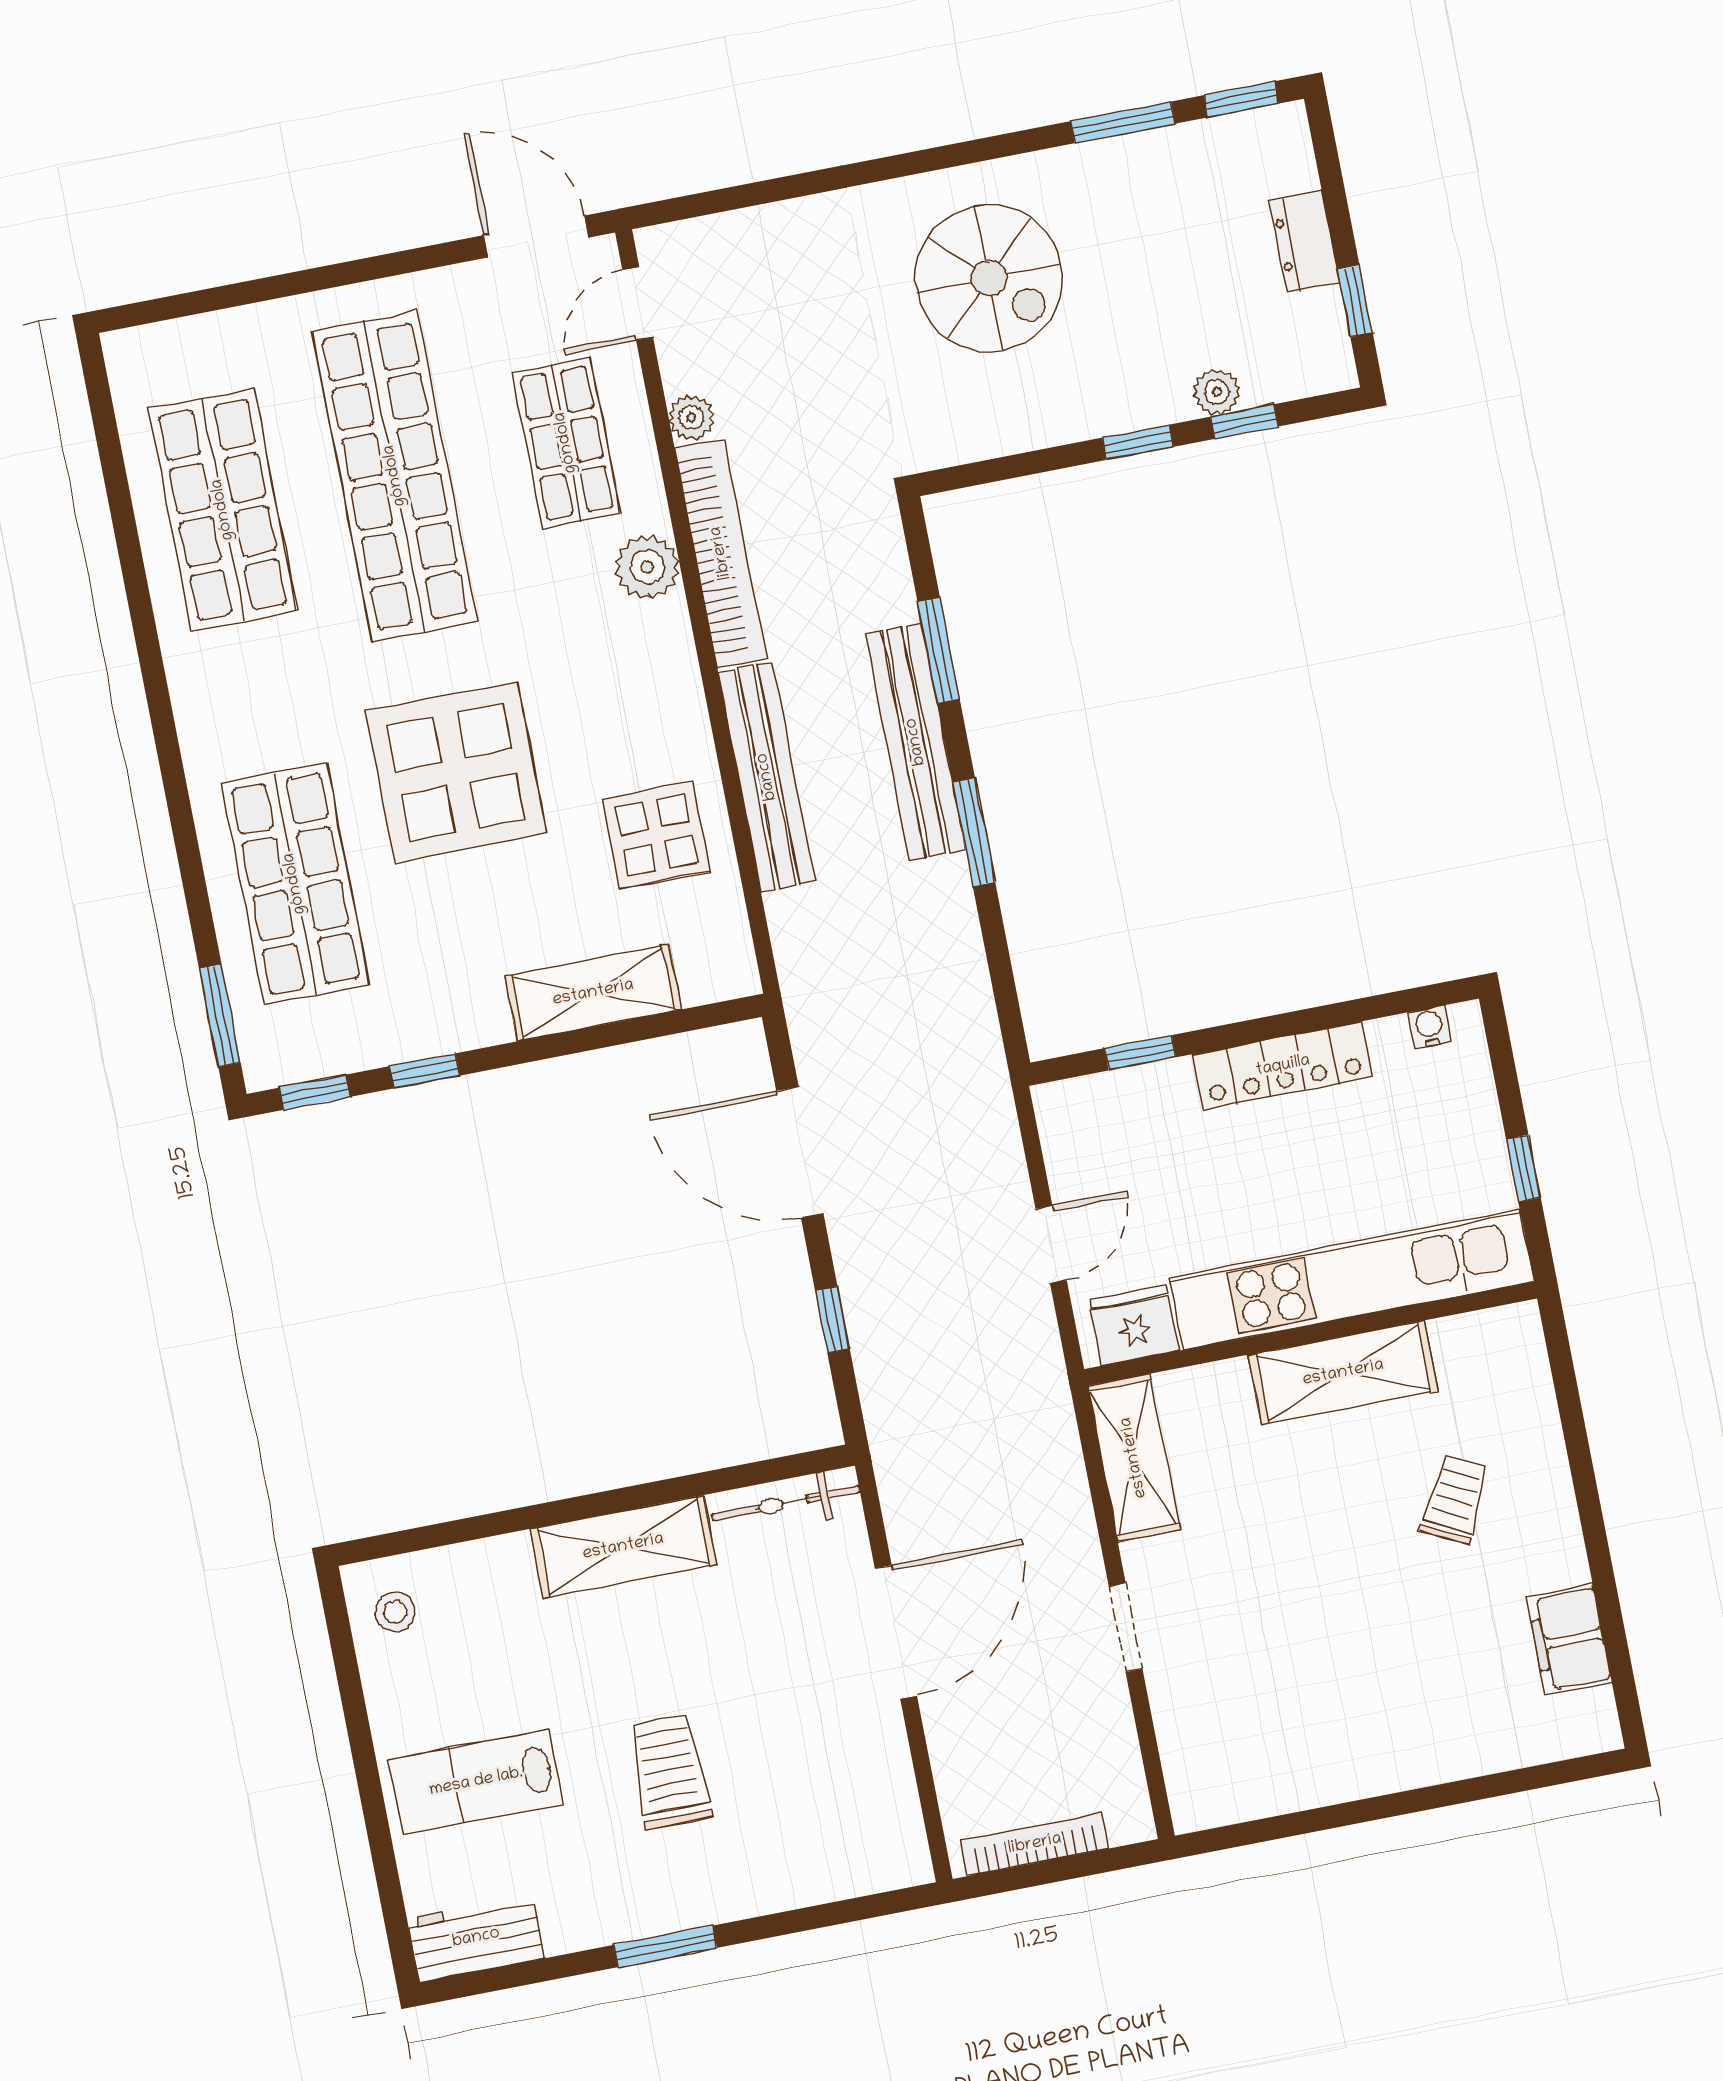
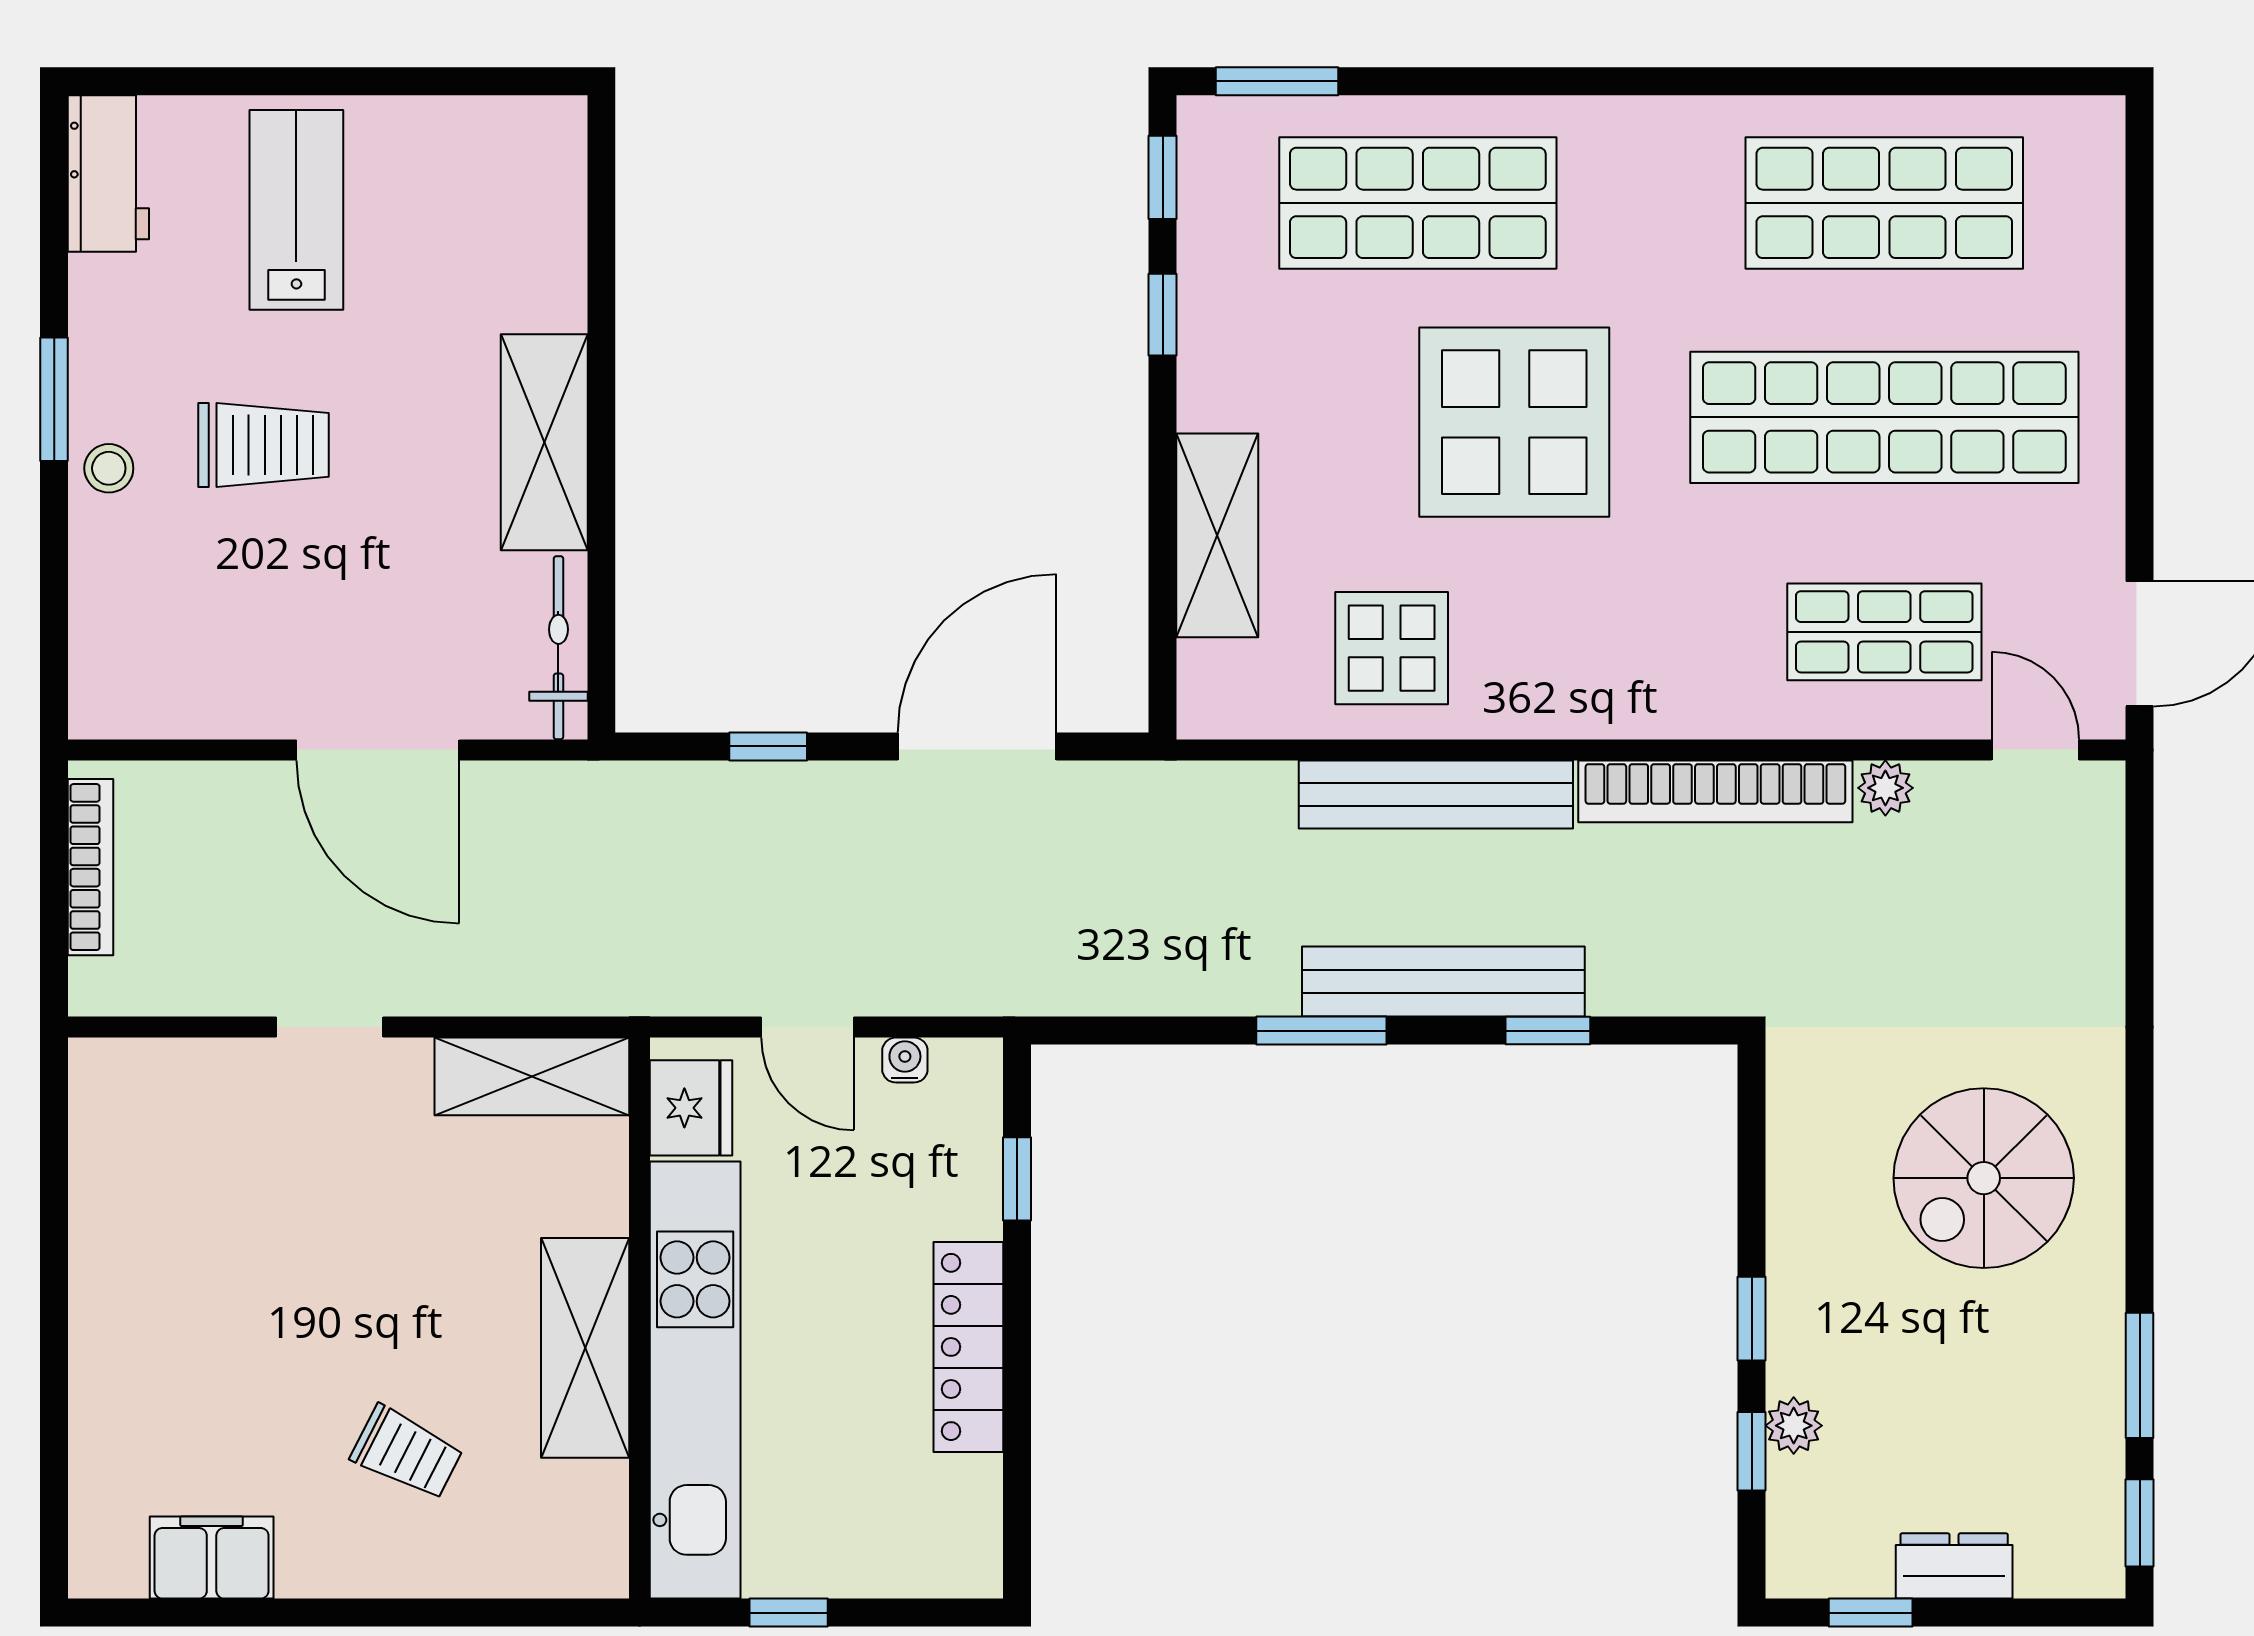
plant: (647, 567) -> (1716, 700), removed
window: (939, 650) -> (1548, 1031), width x0.67
water cooler: (1429, 1027) -> (905, 1060), moved, turned -90
stool: (395, 1612) -> (109, 468), moved

